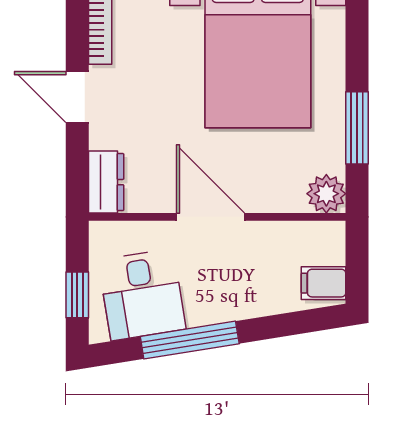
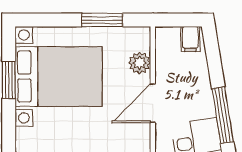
plant: (326, 194) -> (140, 63), moved

